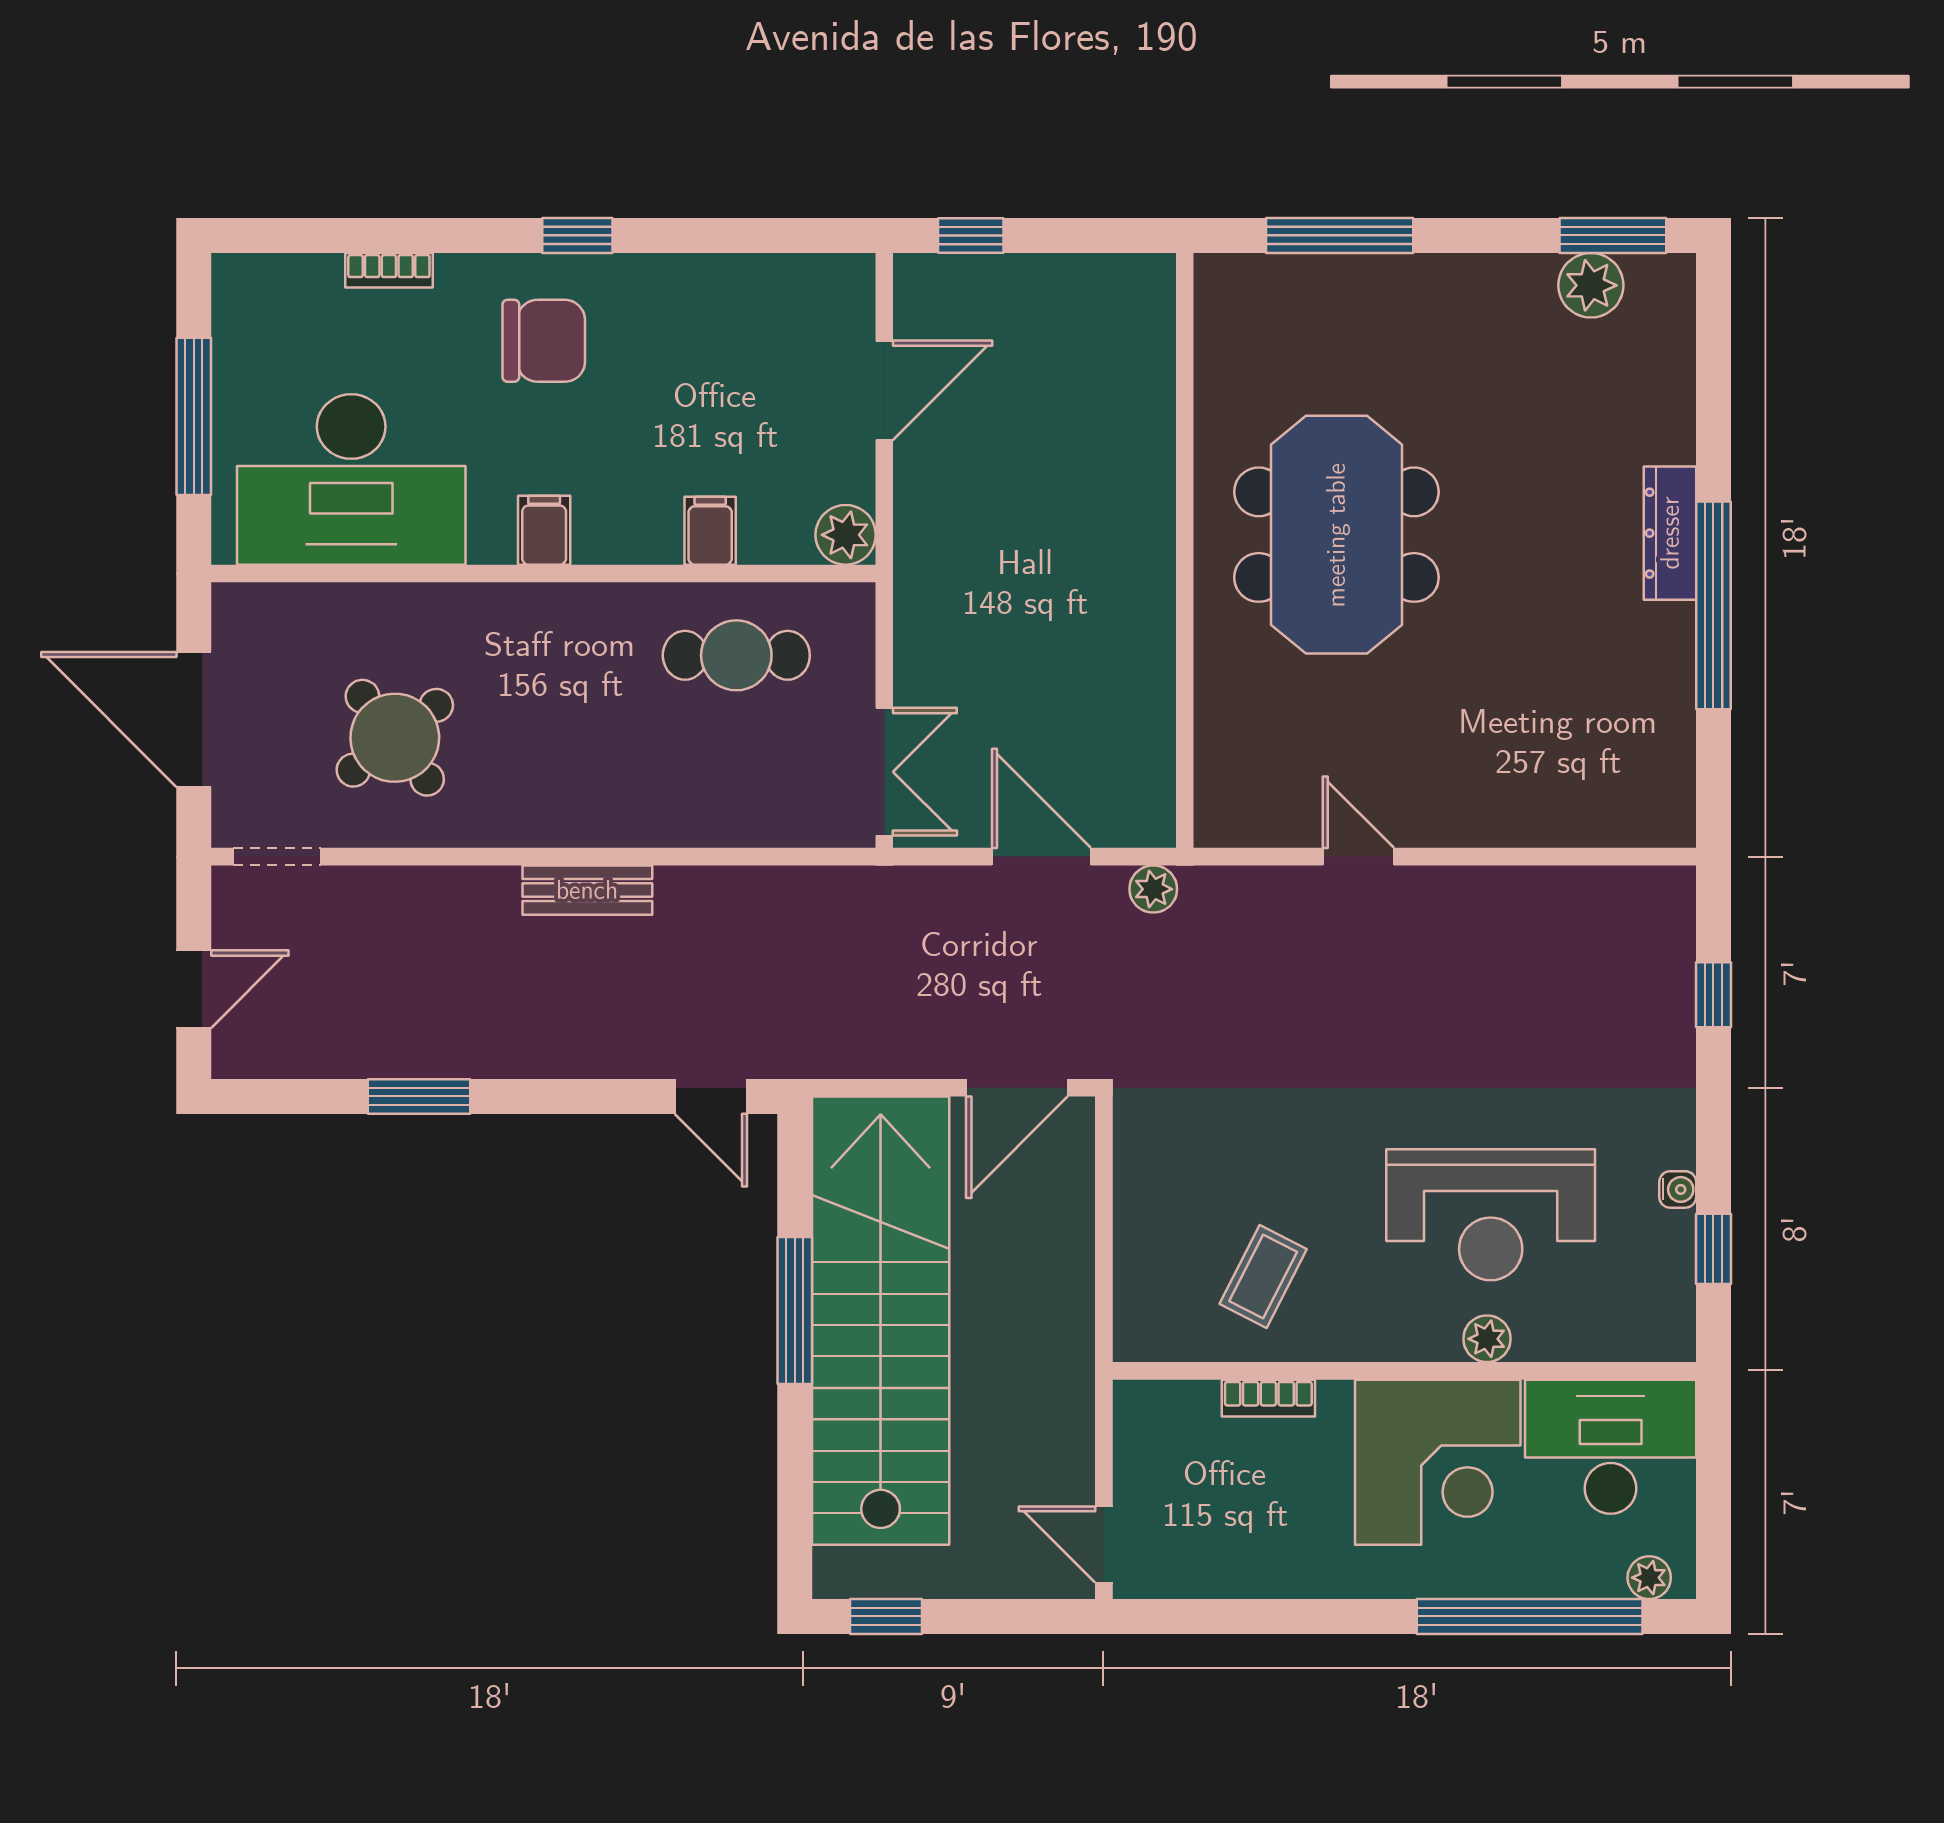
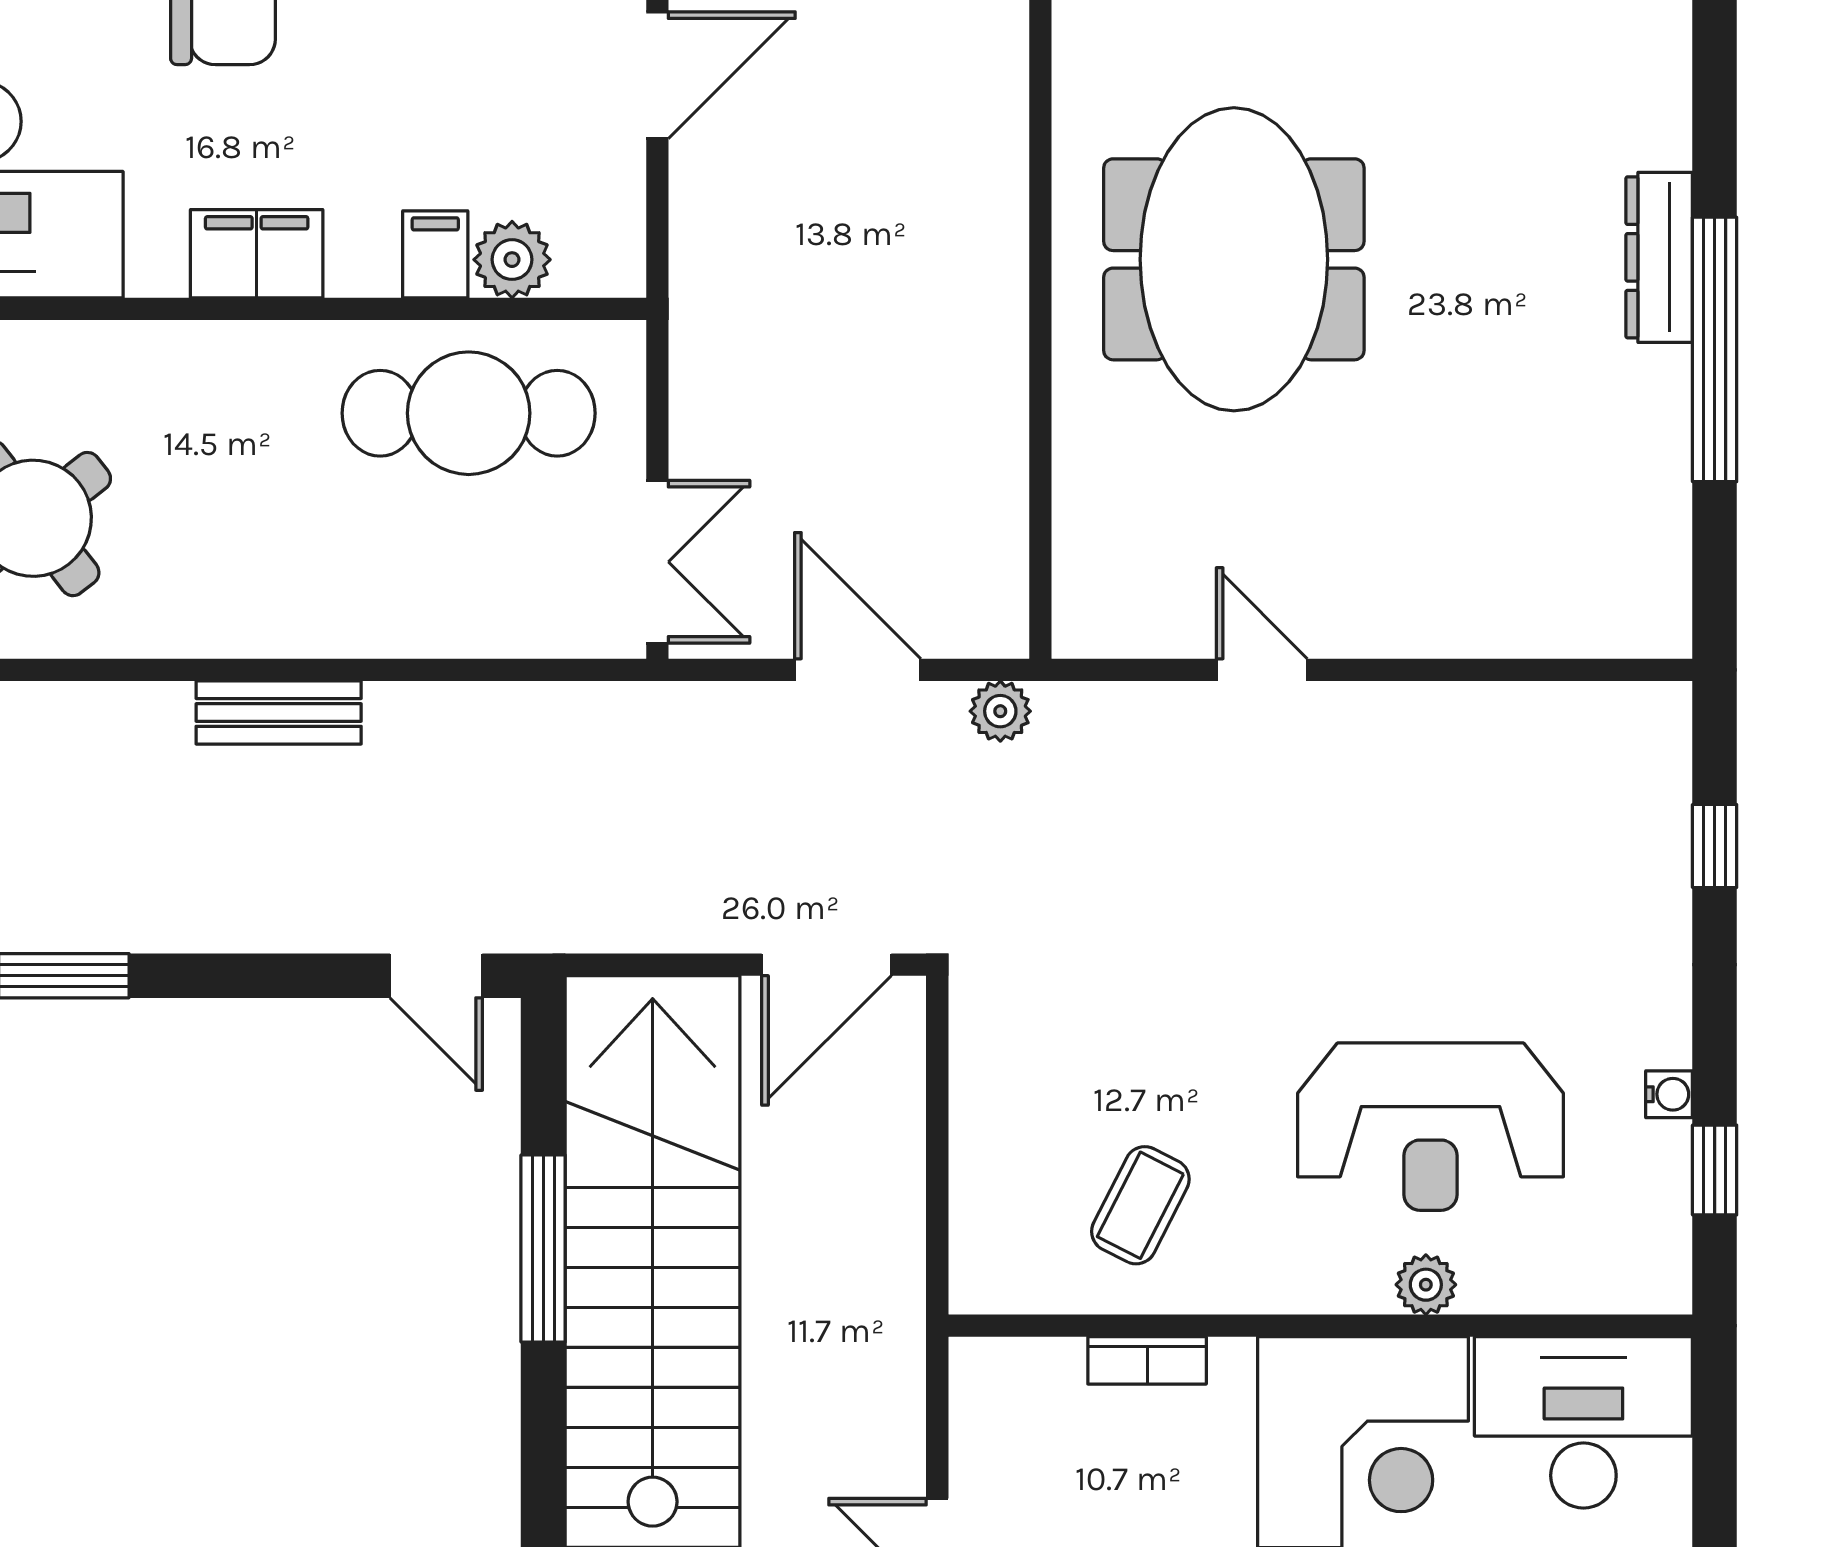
filing cabinet: (544, 530) -> (257, 254), width x2.00
plant: (846, 535) -> (512, 260), moved
cafe table: (736, 655) -> (469, 413), width x1.37, depth x1.35

